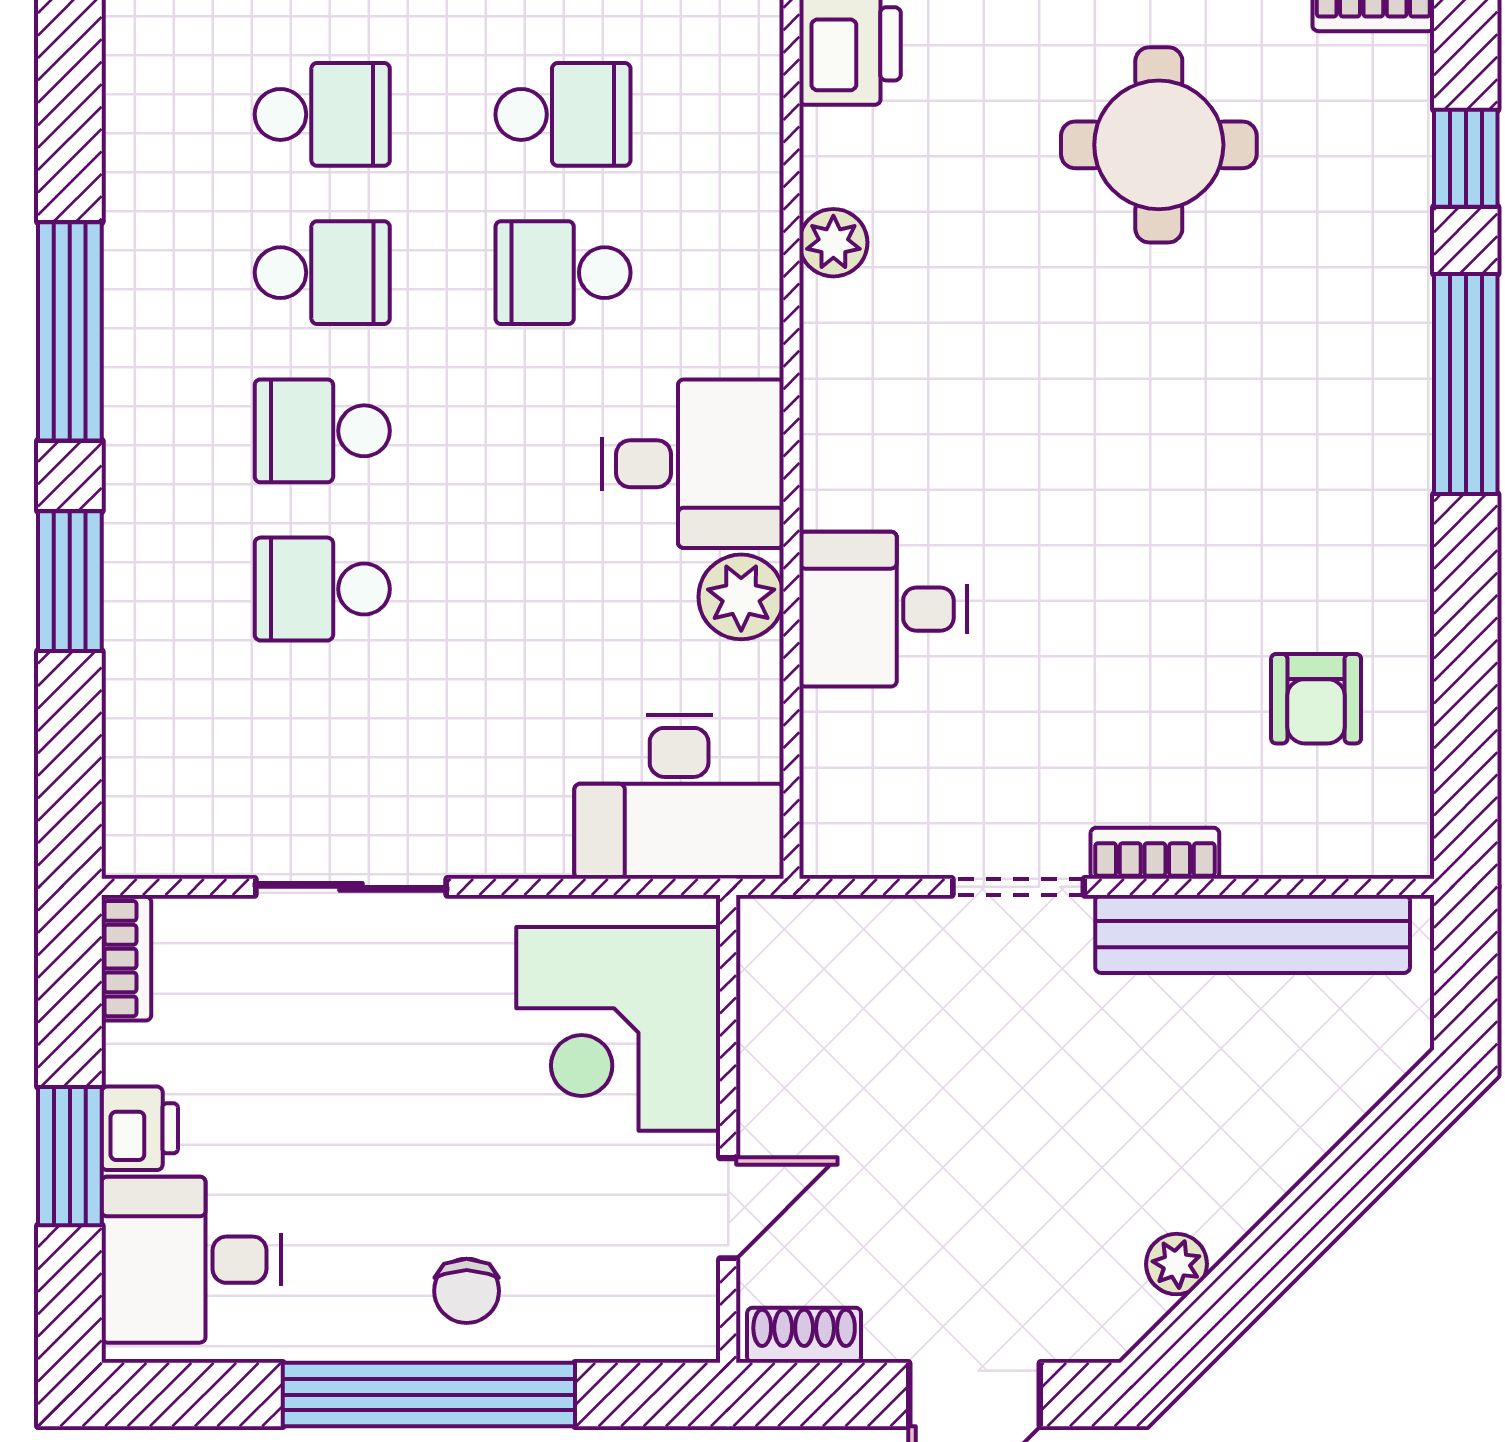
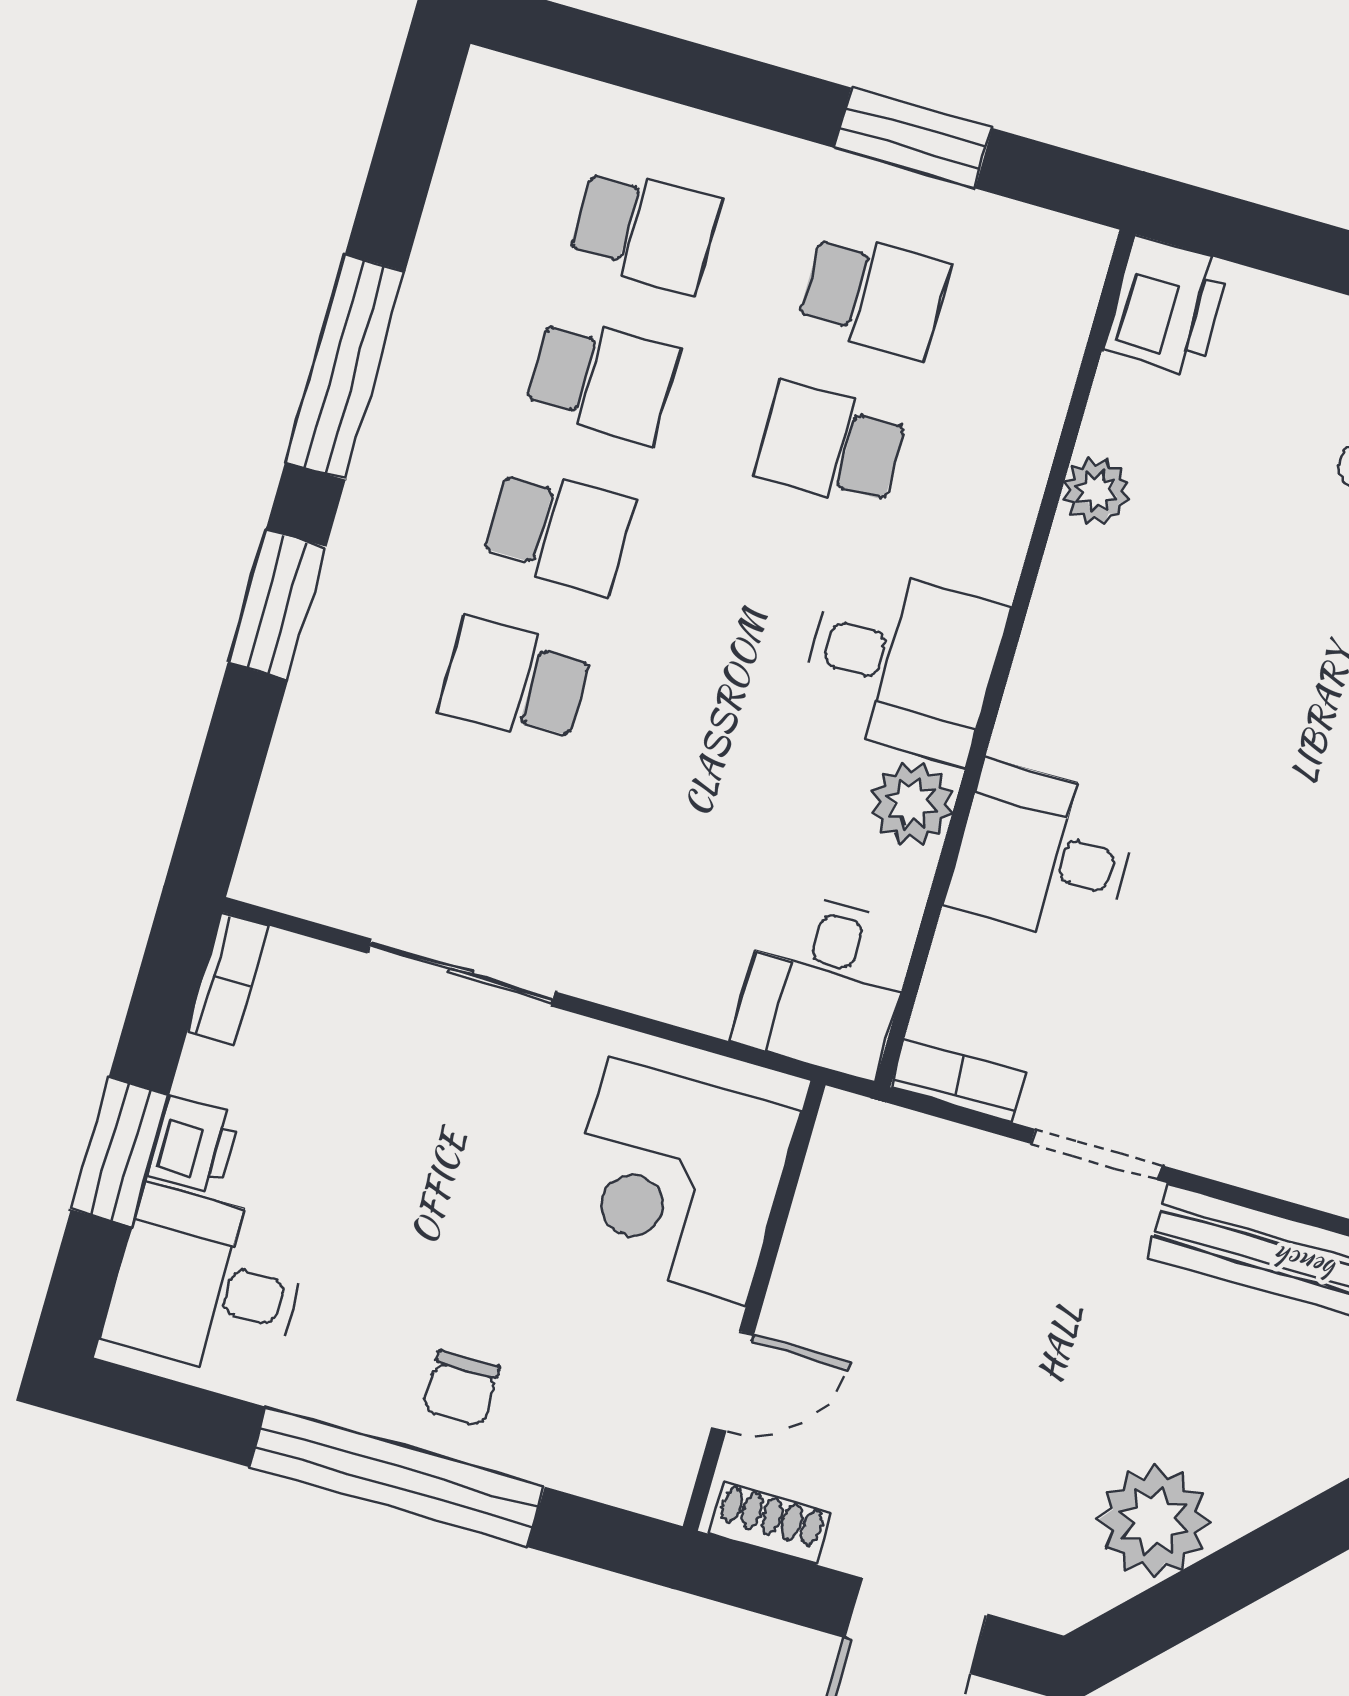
school desk: (322, 431) -> (558, 531), turned 180
desk: (679, 797) -> (825, 984), width x0.73
bookcase: (1155, 853) -> (958, 1080), moved
plant: (1176, 1264) -> (1154, 1521), width x1.87, depth x1.87

